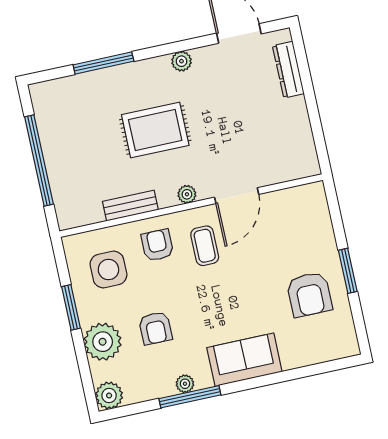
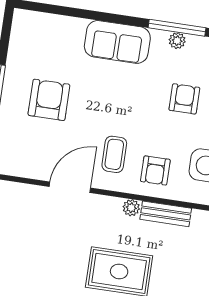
plant: (187, 194) -> (131, 208), moved
armchair: (309, 294) -> (49, 100), moved

